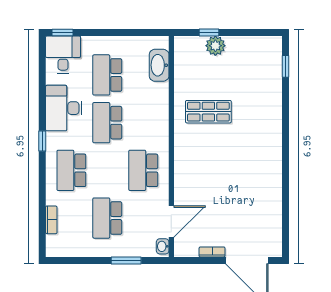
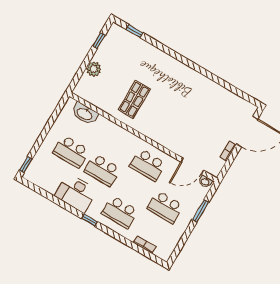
window: (209, 33) -> (99, 41), moved
desk: (63, 55) -> (40, 173), removed
door: (171, 221) -> (192, 166), swing flipped

